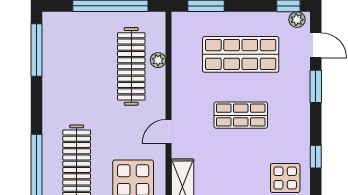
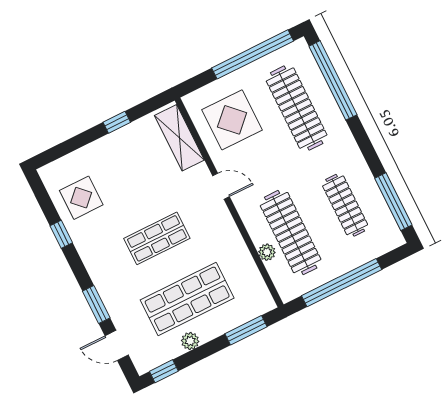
plant: (297, 20) -> (190, 341), moved
clothes rail: (77, 66) -> (345, 205), added
door: (169, 131) -> (221, 186), hinge flipped

